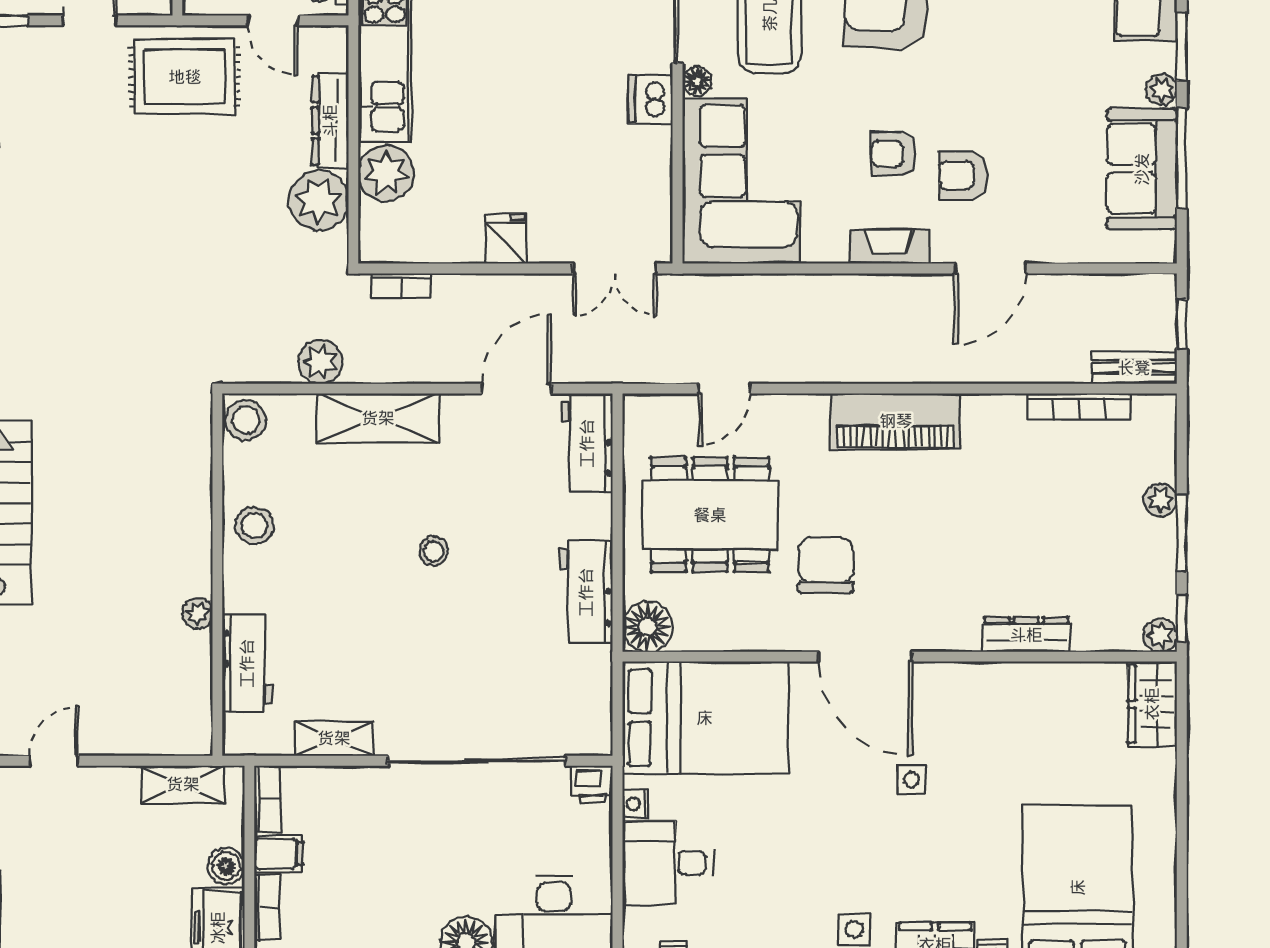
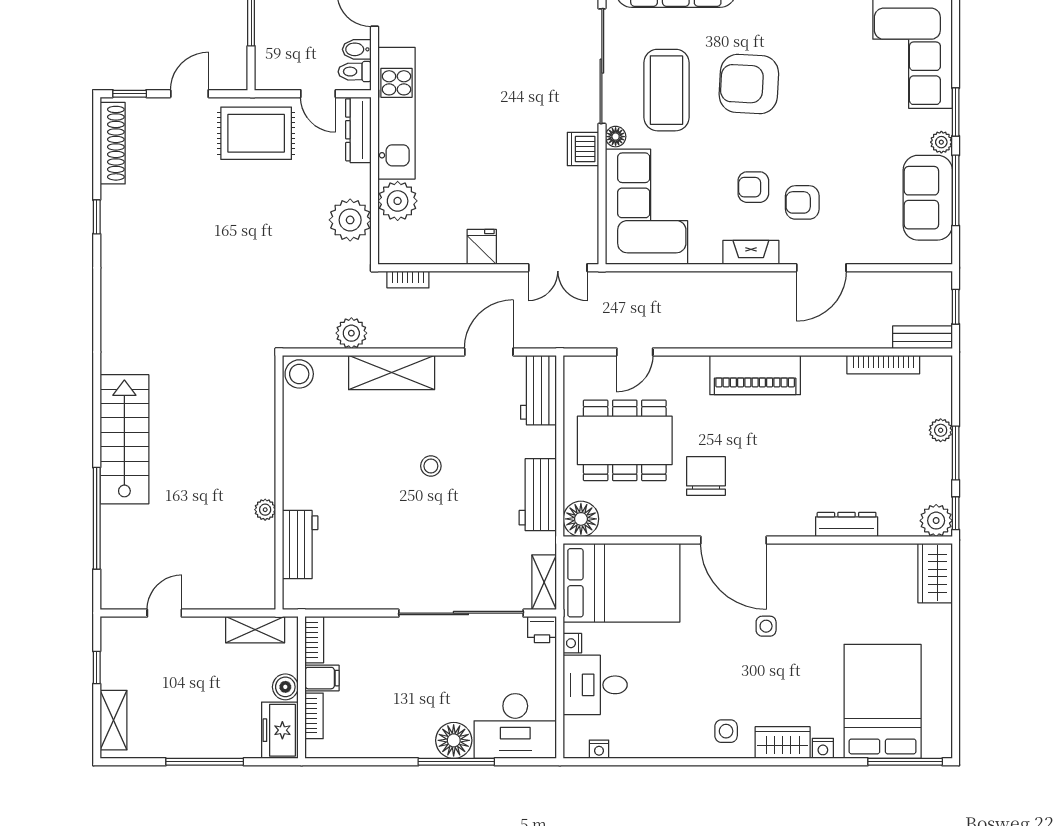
dresser: (330, 121) -> (358, 130), moved
stool: (254, 525) -> (305, 448), removed
plant: (1160, 635) -> (936, 521), width x1.38, depth x1.38
shelving: (334, 738) -> (544, 582), moved, turned 90

